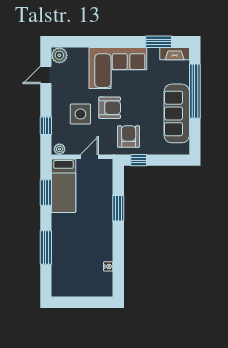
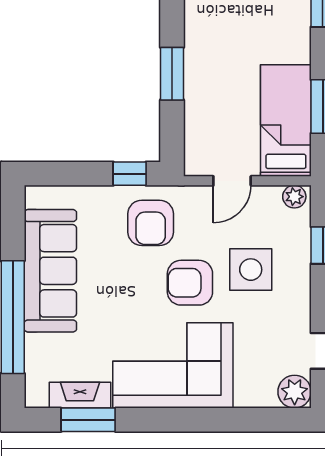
fireplace: (175, 54) -> (80, 395), moved

